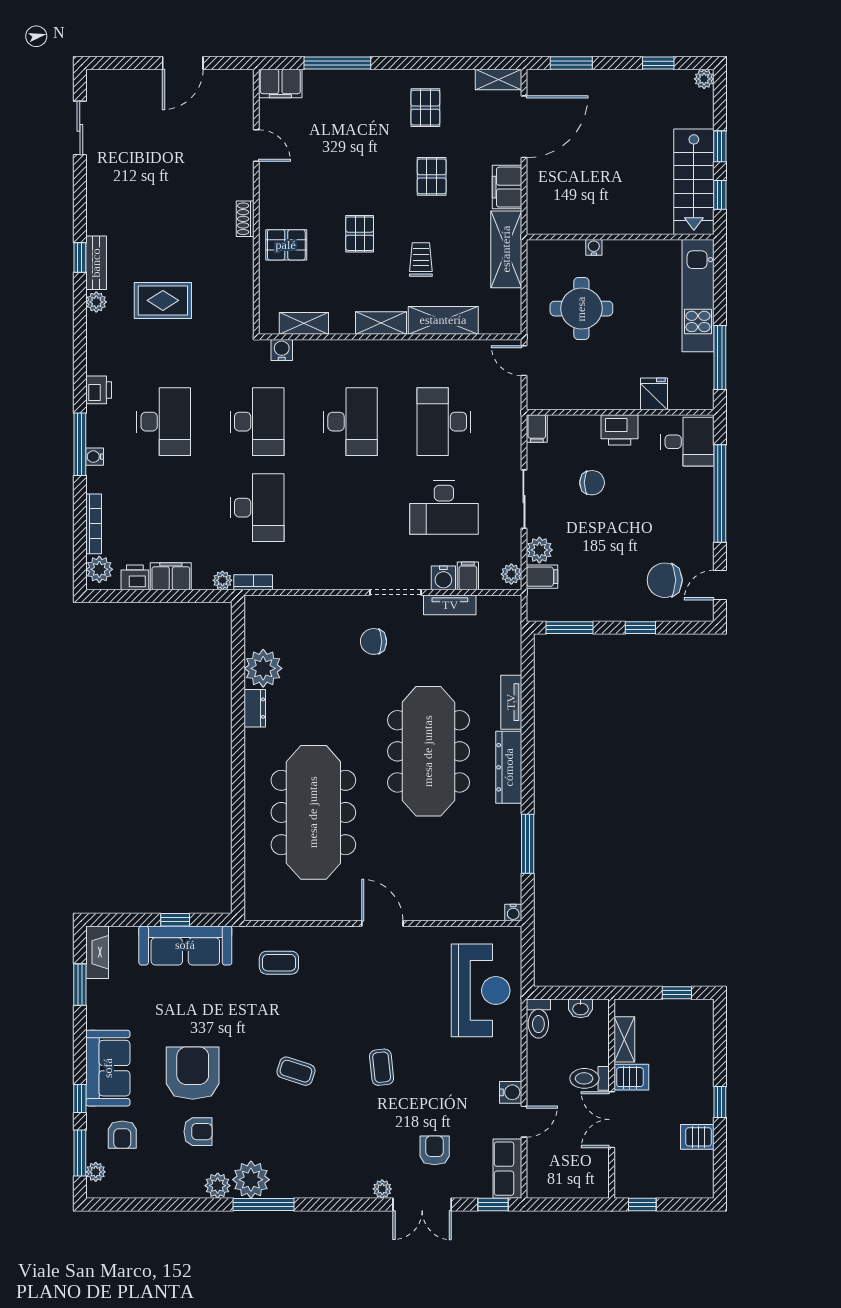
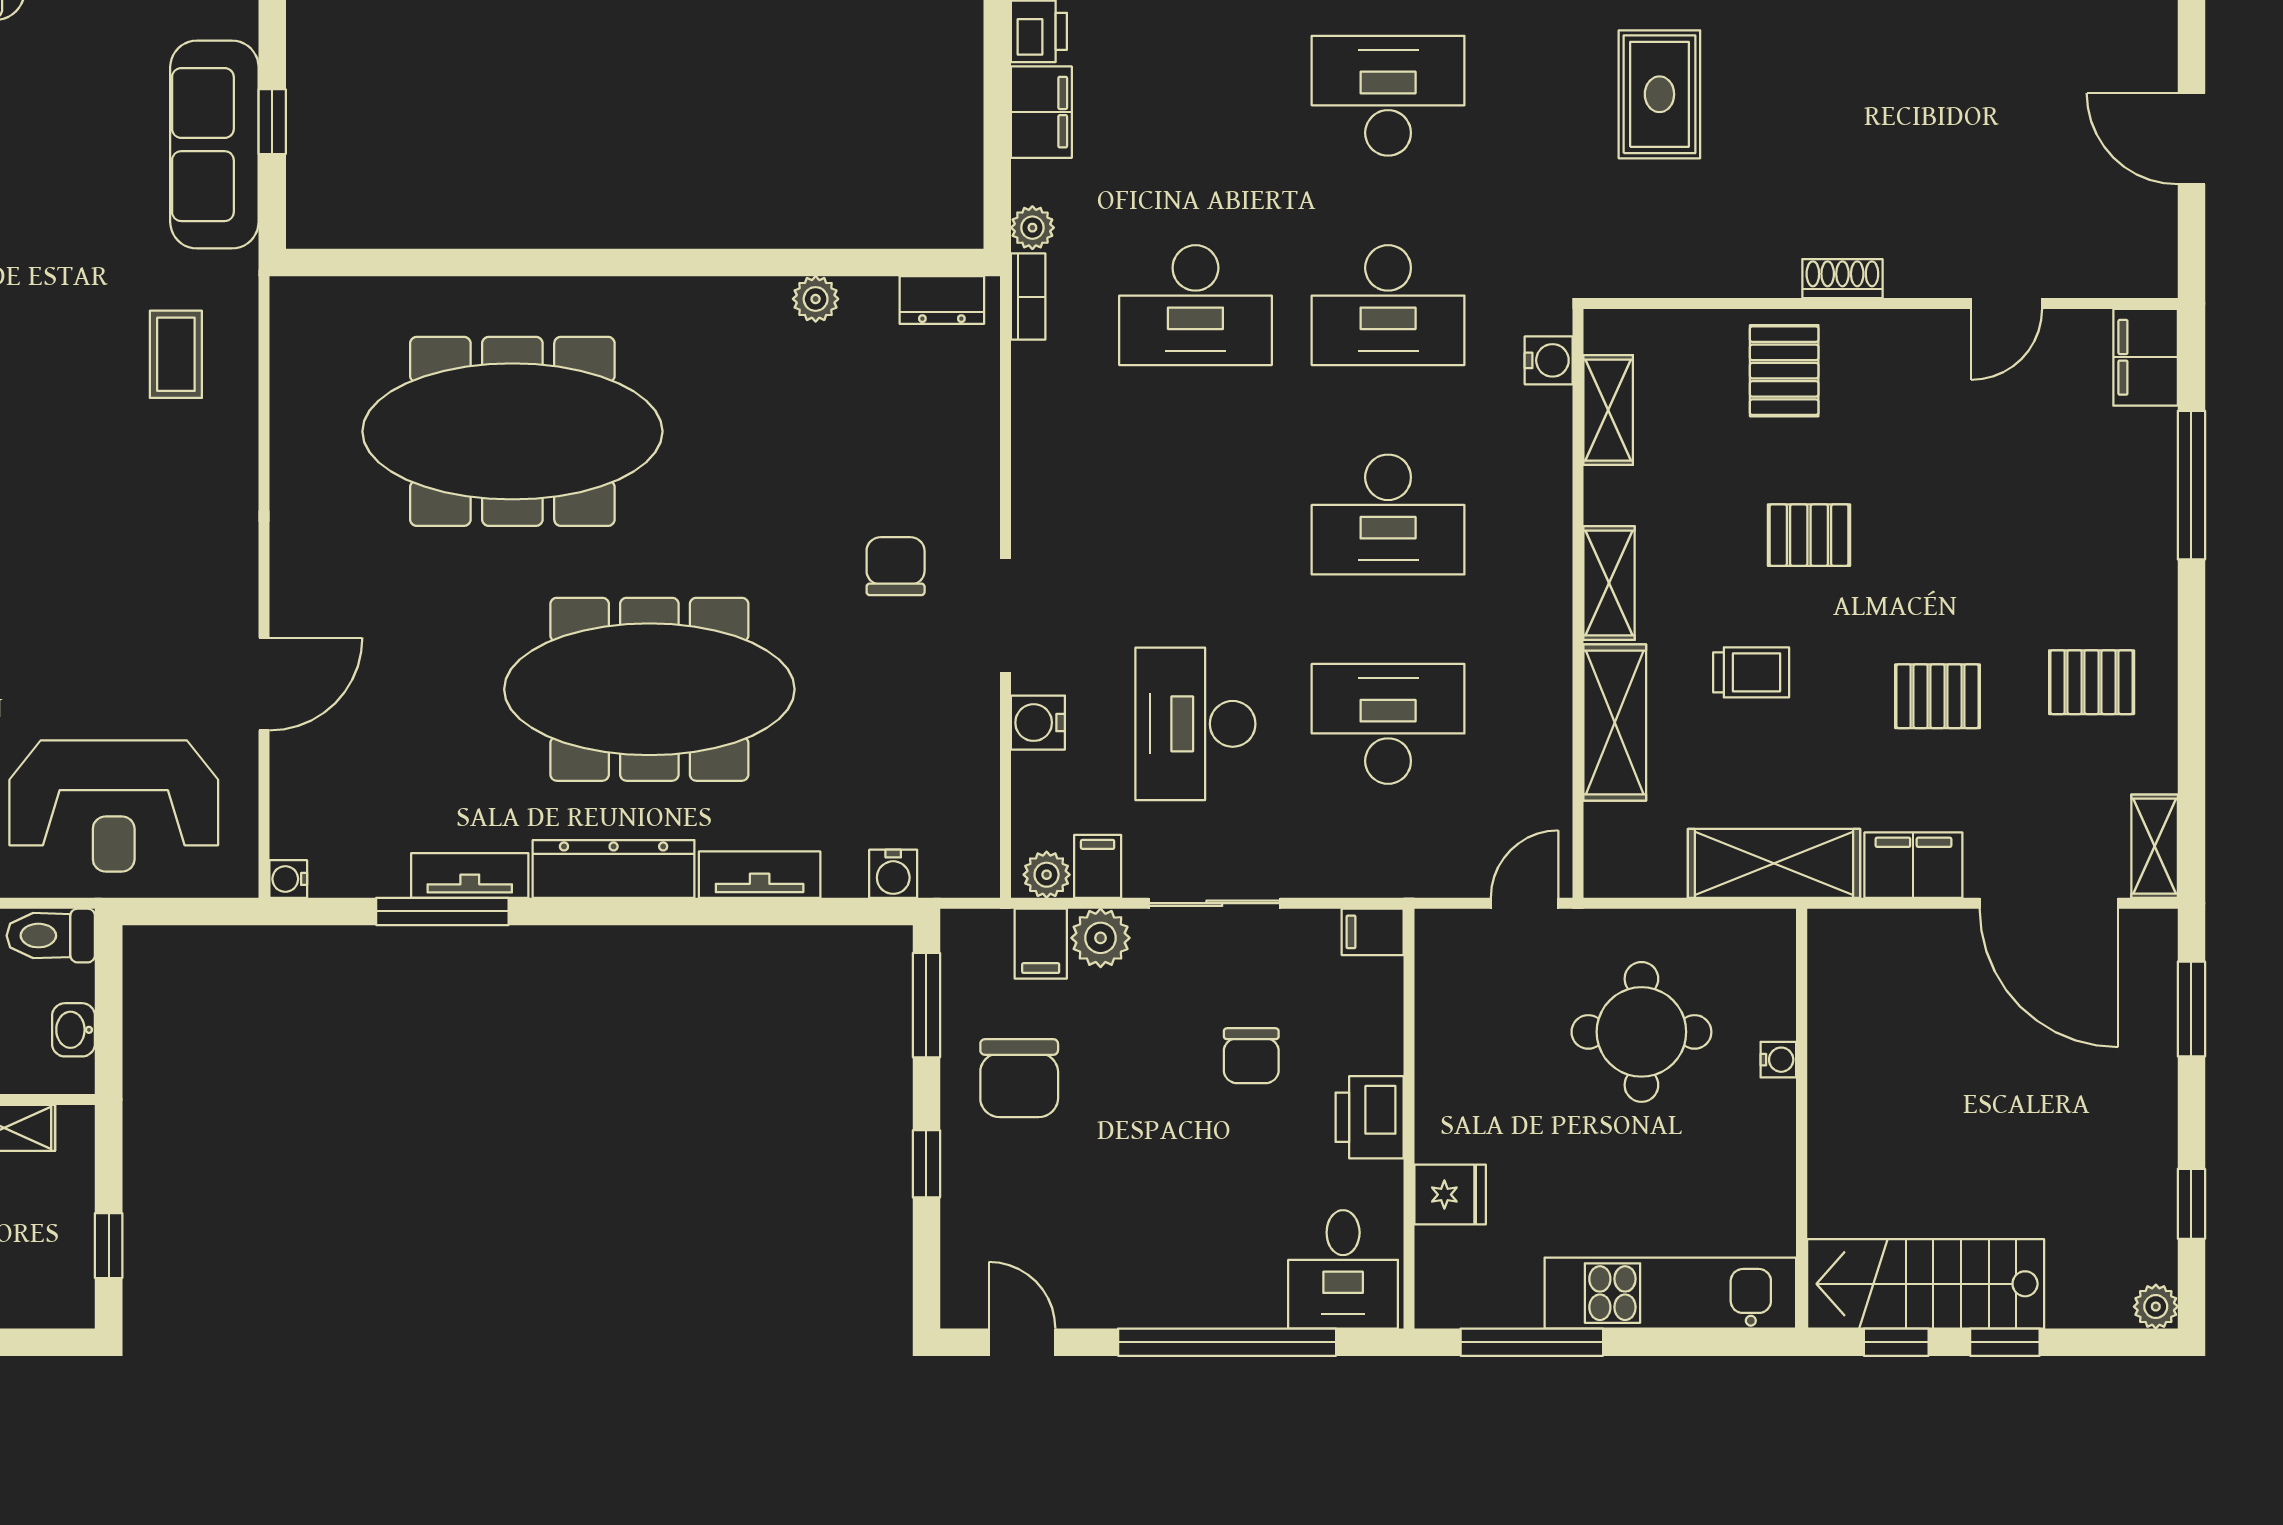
desk: (164, 422) -> (1388, 96), turned 180
filing cabinet: (468, 576) -> (1098, 866), moved, turned -90
chair: (665, 580) -> (1019, 1078), moved, turned 180
tv unit: (450, 605) -> (470, 875), moved, turned 90
water cooler: (511, 643) -> (893, 874), added
plant: (263, 668) -> (816, 299), width x0.53, depth x0.53
dresser: (255, 708) -> (942, 300), moved
door: (382, 923) -> (264, 684), moved

